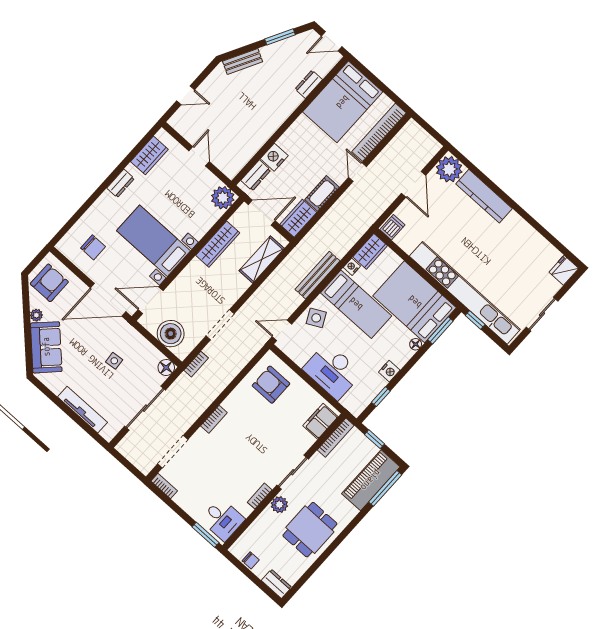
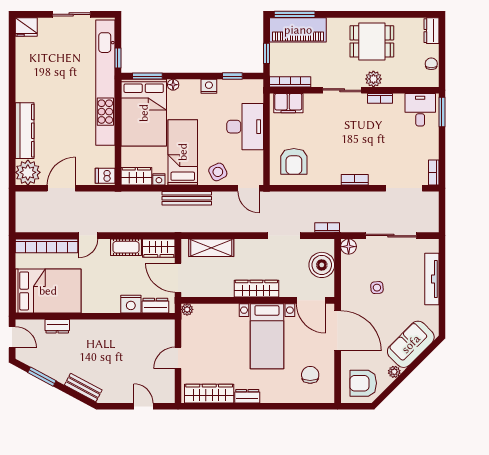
wardrobe: (149, 155) -> (209, 394), width x1.50
plant: (223, 198) -> (187, 309), width x0.53, depth x0.53
wardrobe: (218, 244) -> (256, 289), moved

